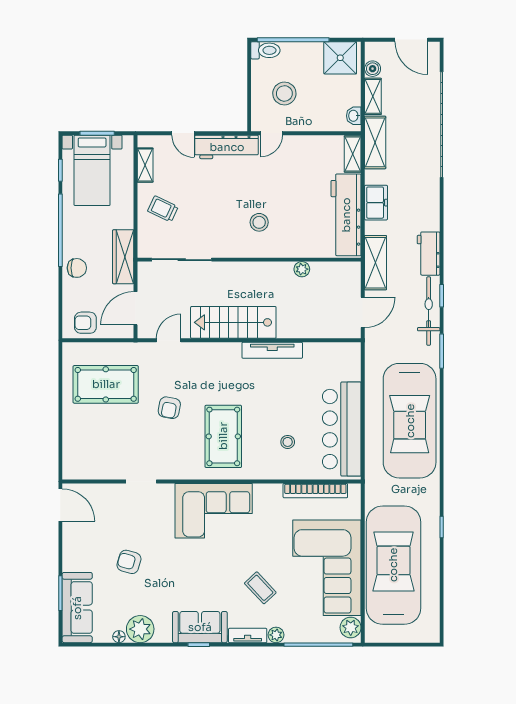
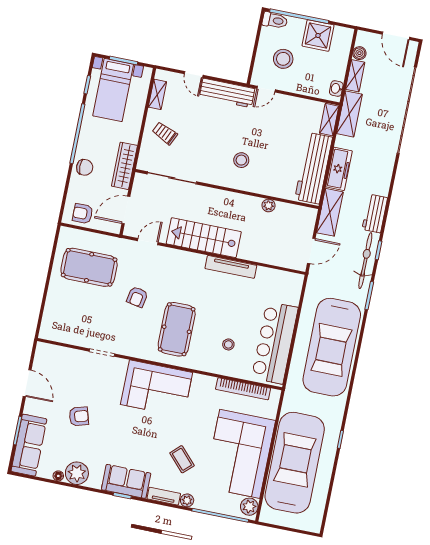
shower: (340, 58) -> (318, 35), moved
freezer: (376, 203) -> (339, 169), width x1.40
door: (60, 505) -> (27, 383), moved
armchair: (129, 562) -> (79, 416), turned 148

